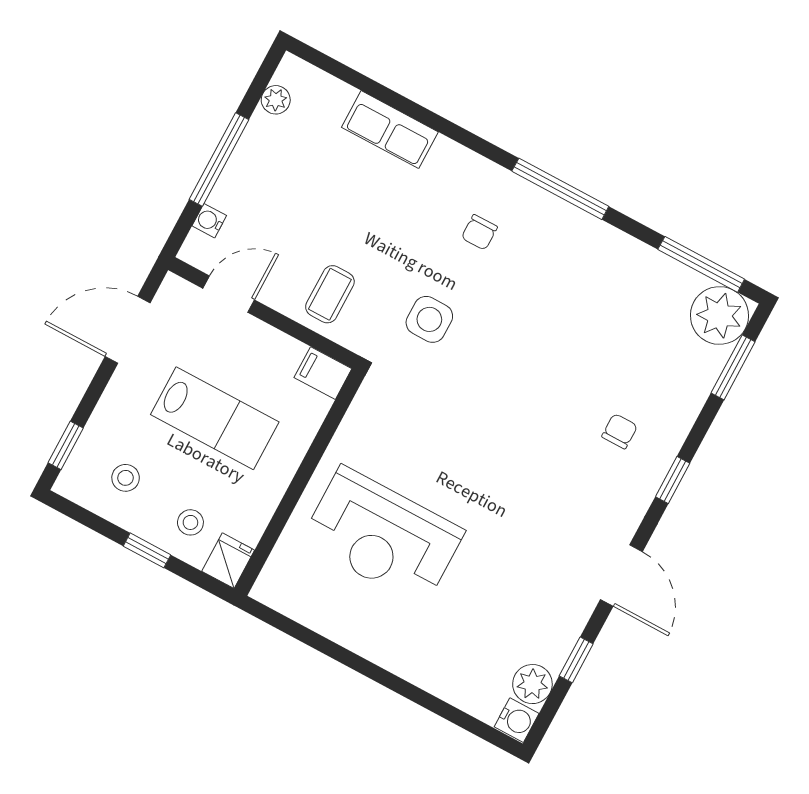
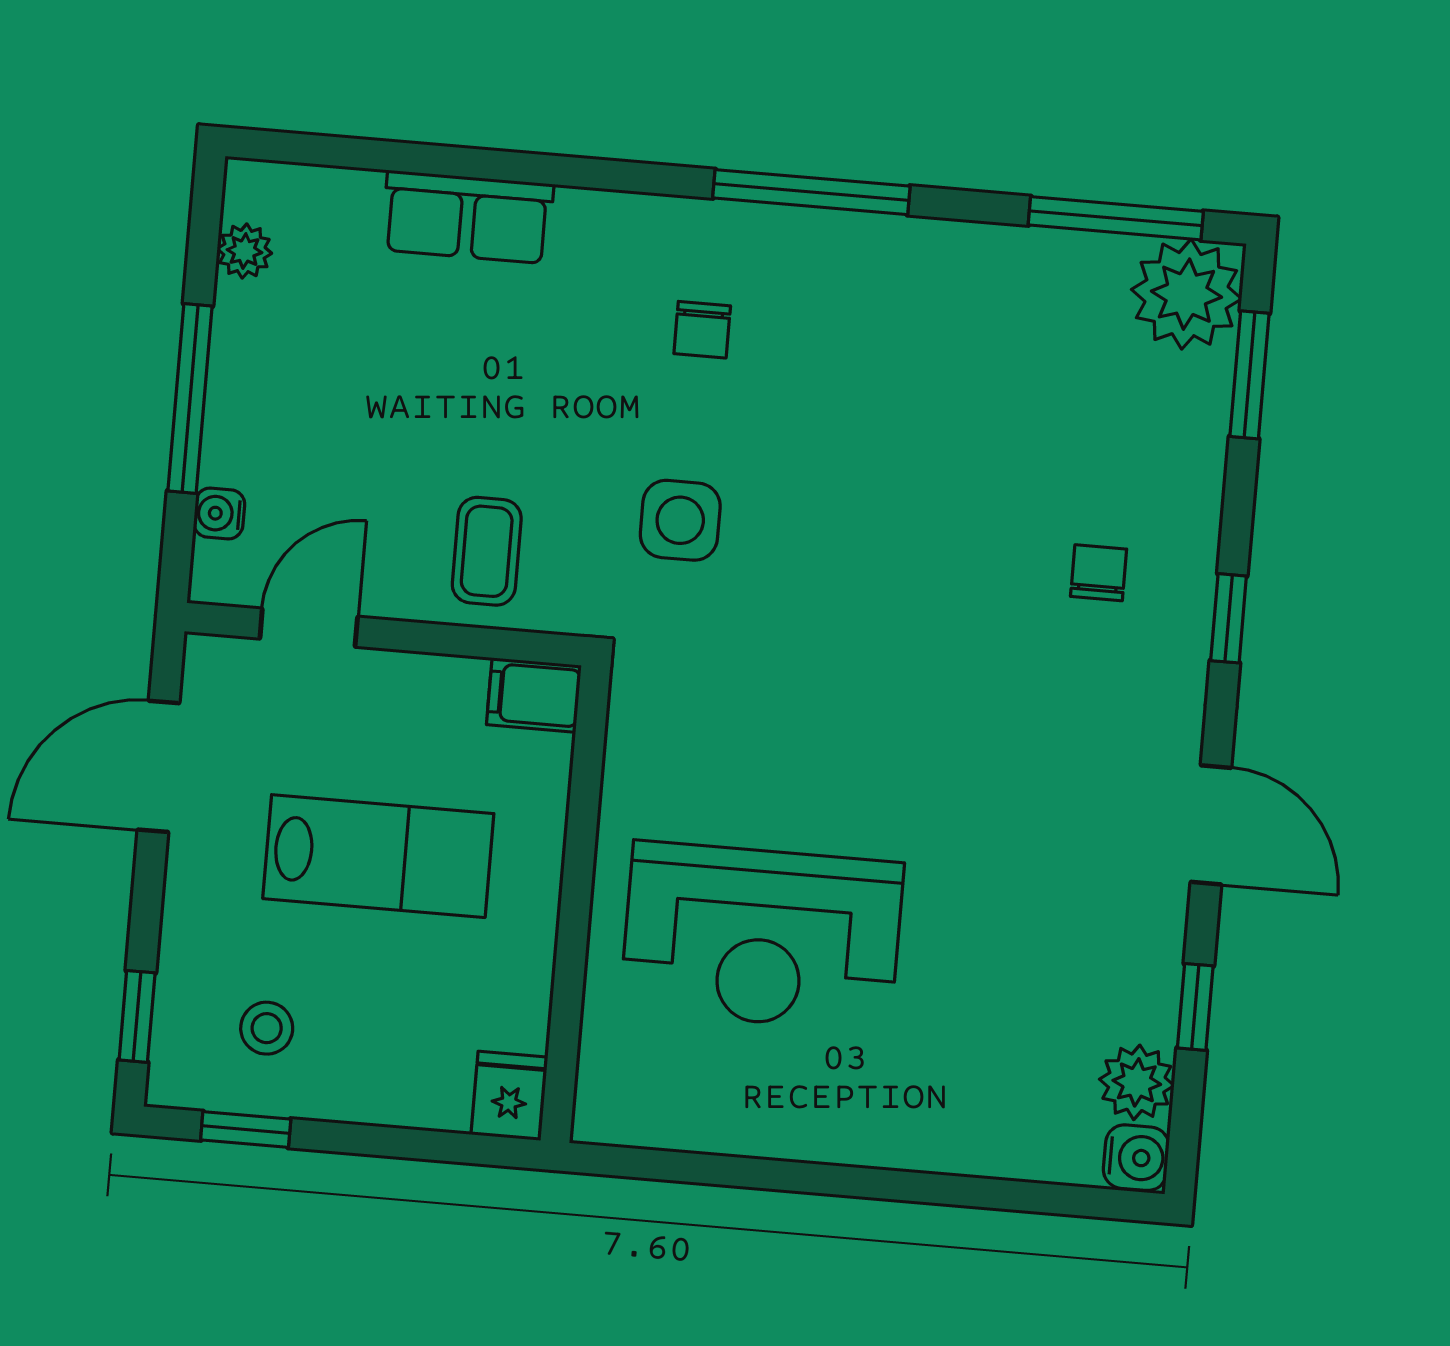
stool: (190, 522) -> (414, 1057), removed
window: (147, 550) -> (246, 1130), moved

